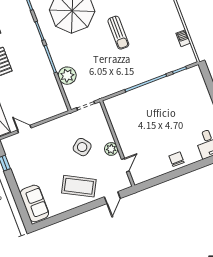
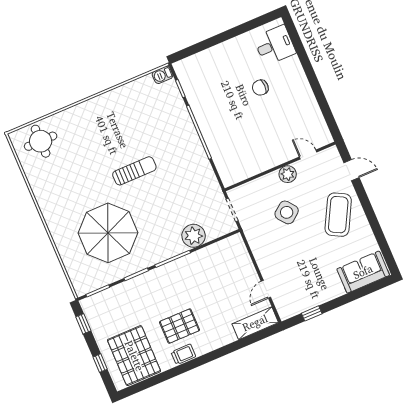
barbecue: (183, 38) -> (163, 75), moved
chair: (176, 159) -> (260, 88), moved

